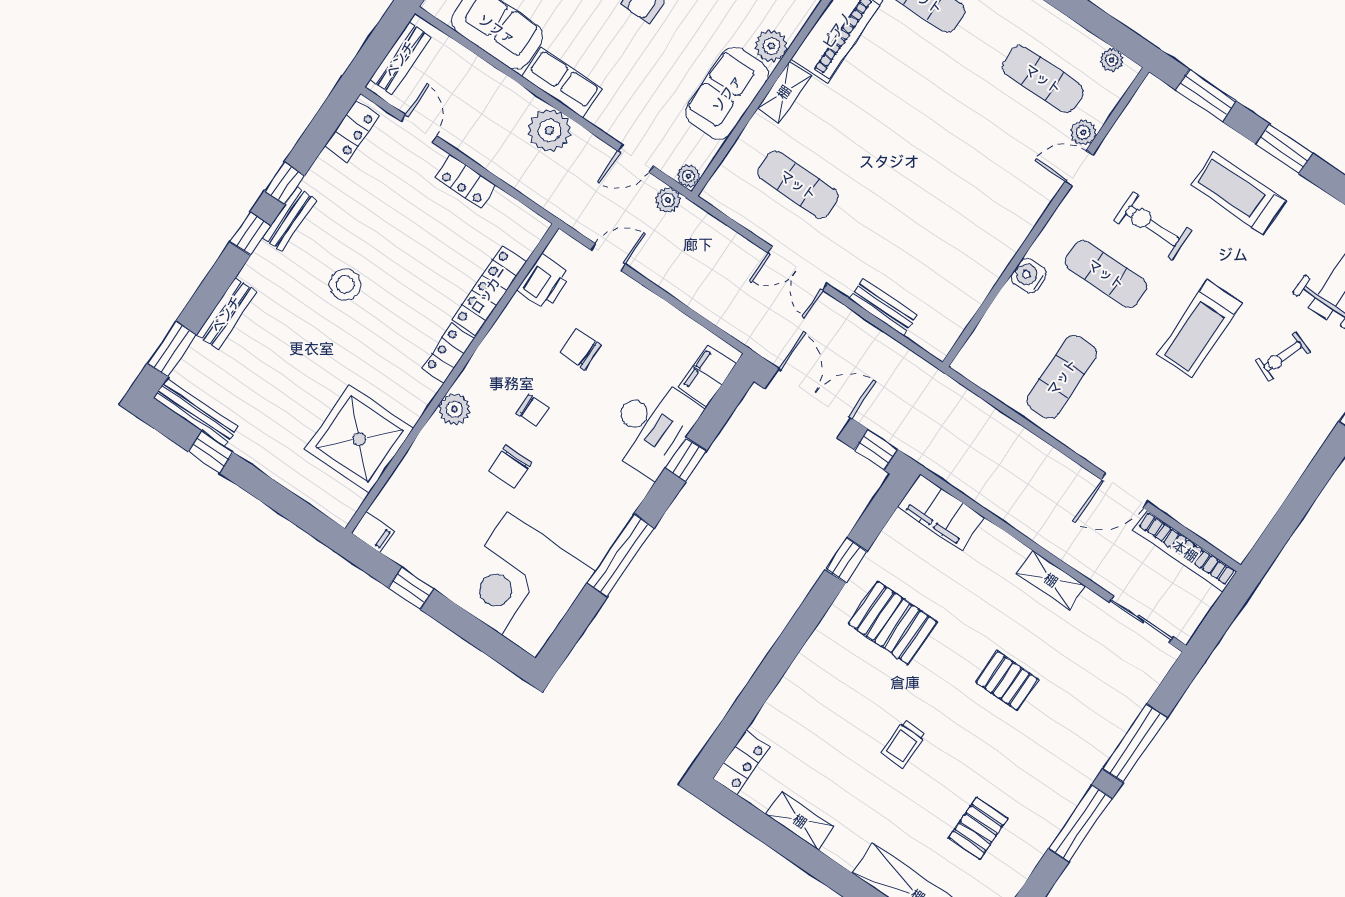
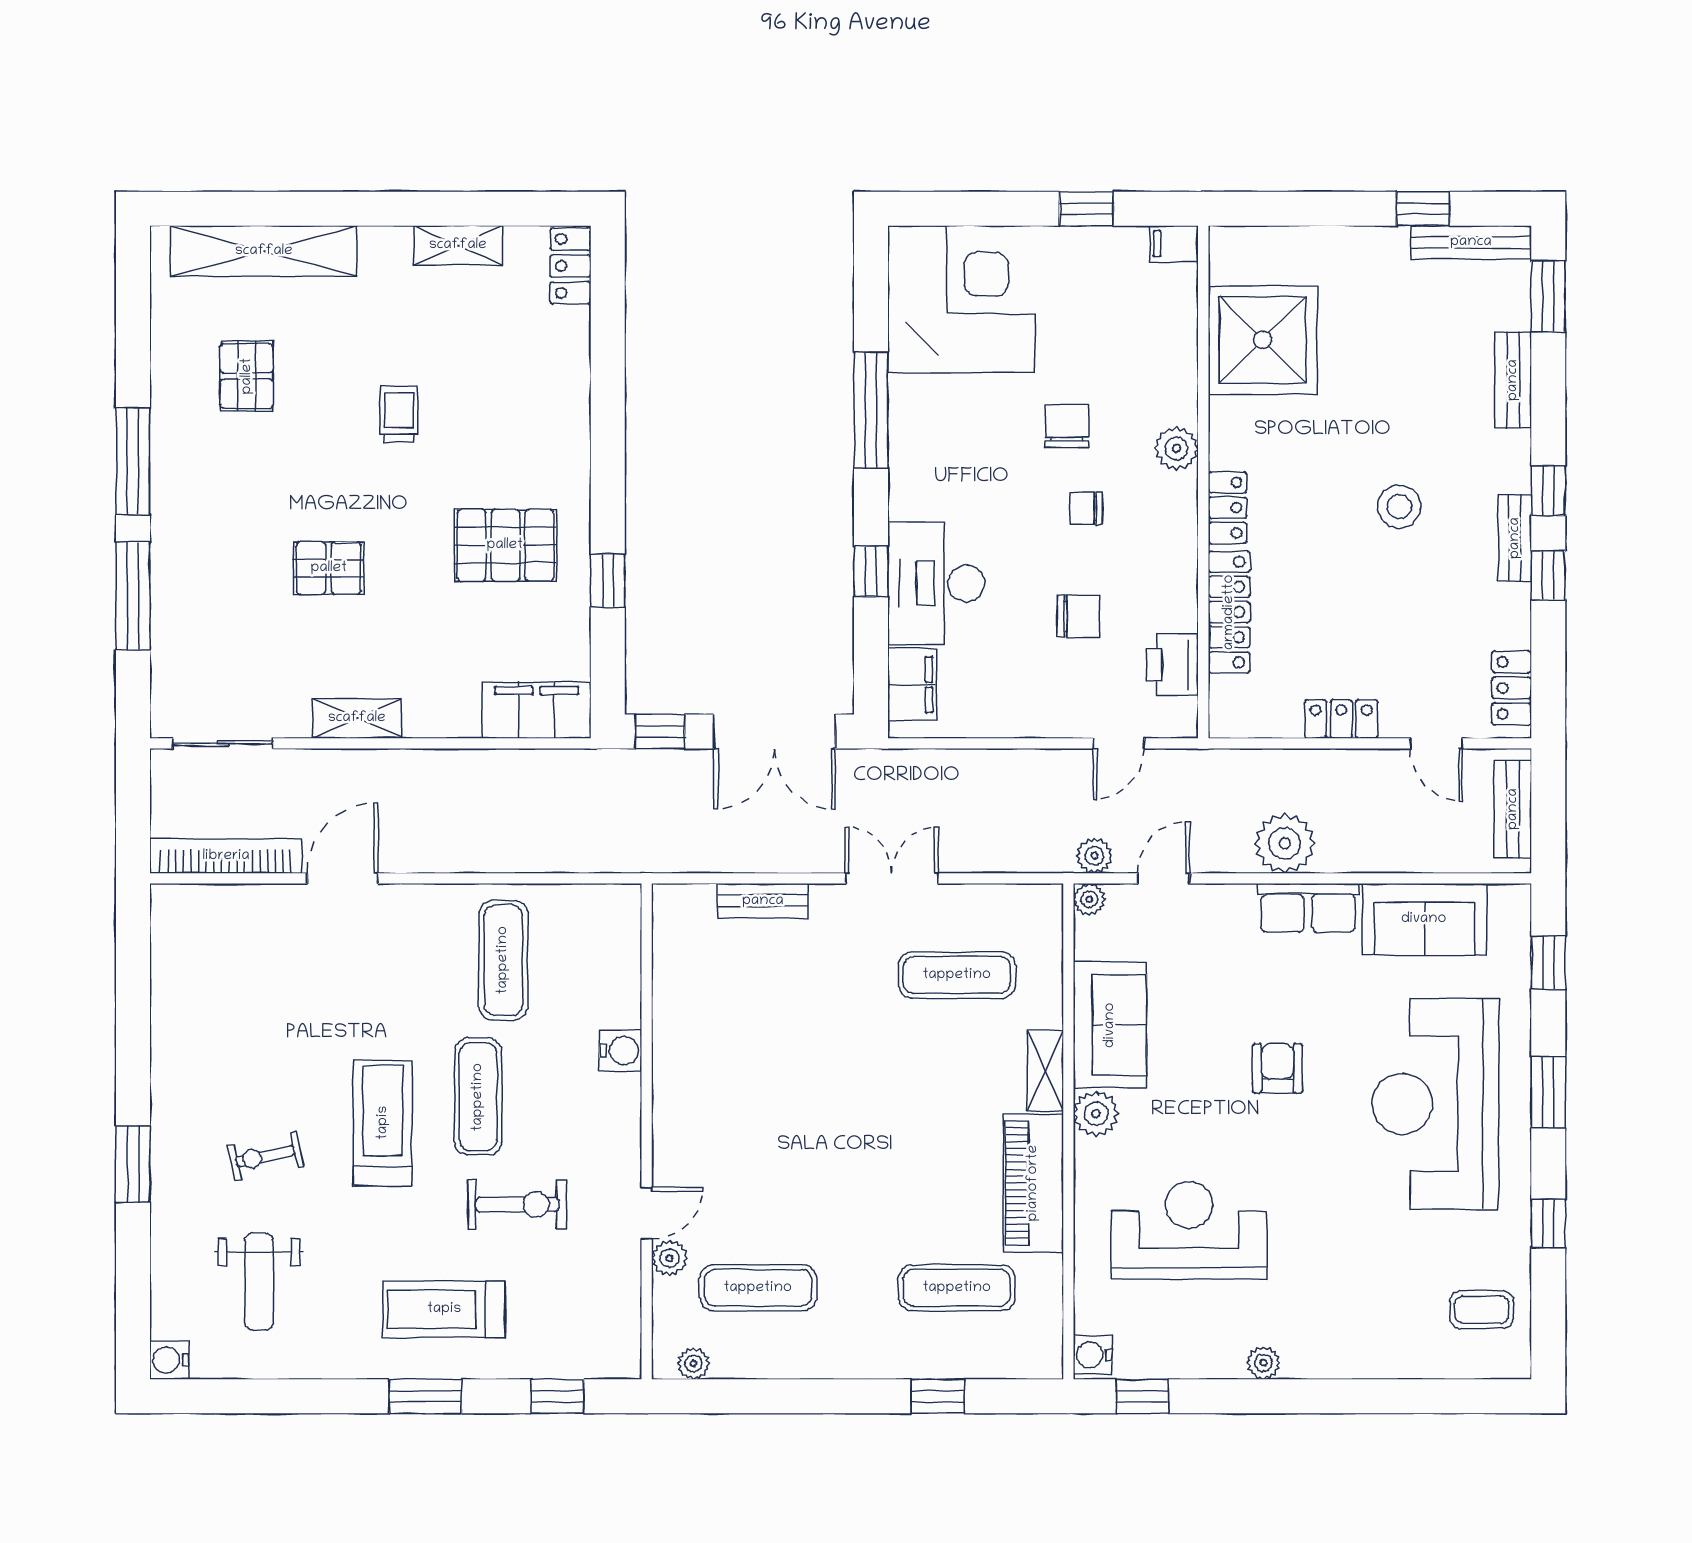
window: (1206, 96) -> (557, 1396), width x0.67
treadmill: (1238, 193) -> (444, 1309), turned 180
exercise mat: (1106, 274) -> (478, 1097), moved, turned 90
exercise bike: (1283, 357) -> (265, 1156), turned -122

